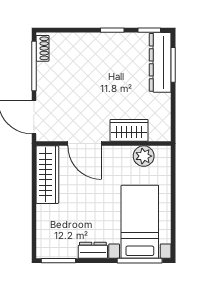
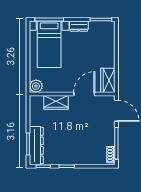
door: (85, 144) -> (84, 94), hinge flipped
plant: (144, 156) -> (36, 86), moved
wardrobe: (47, 175) -> (108, 80), width x0.67

